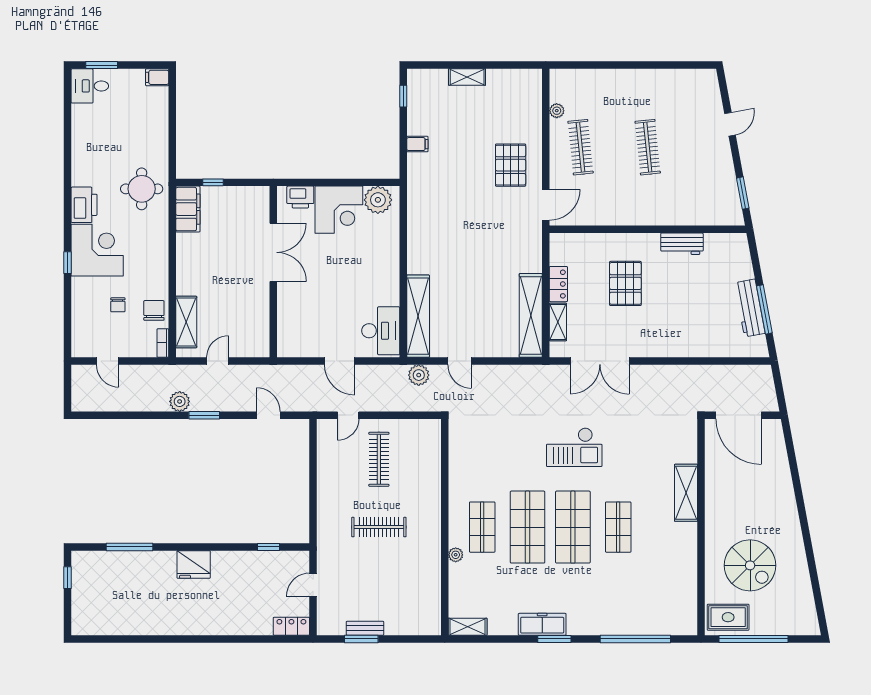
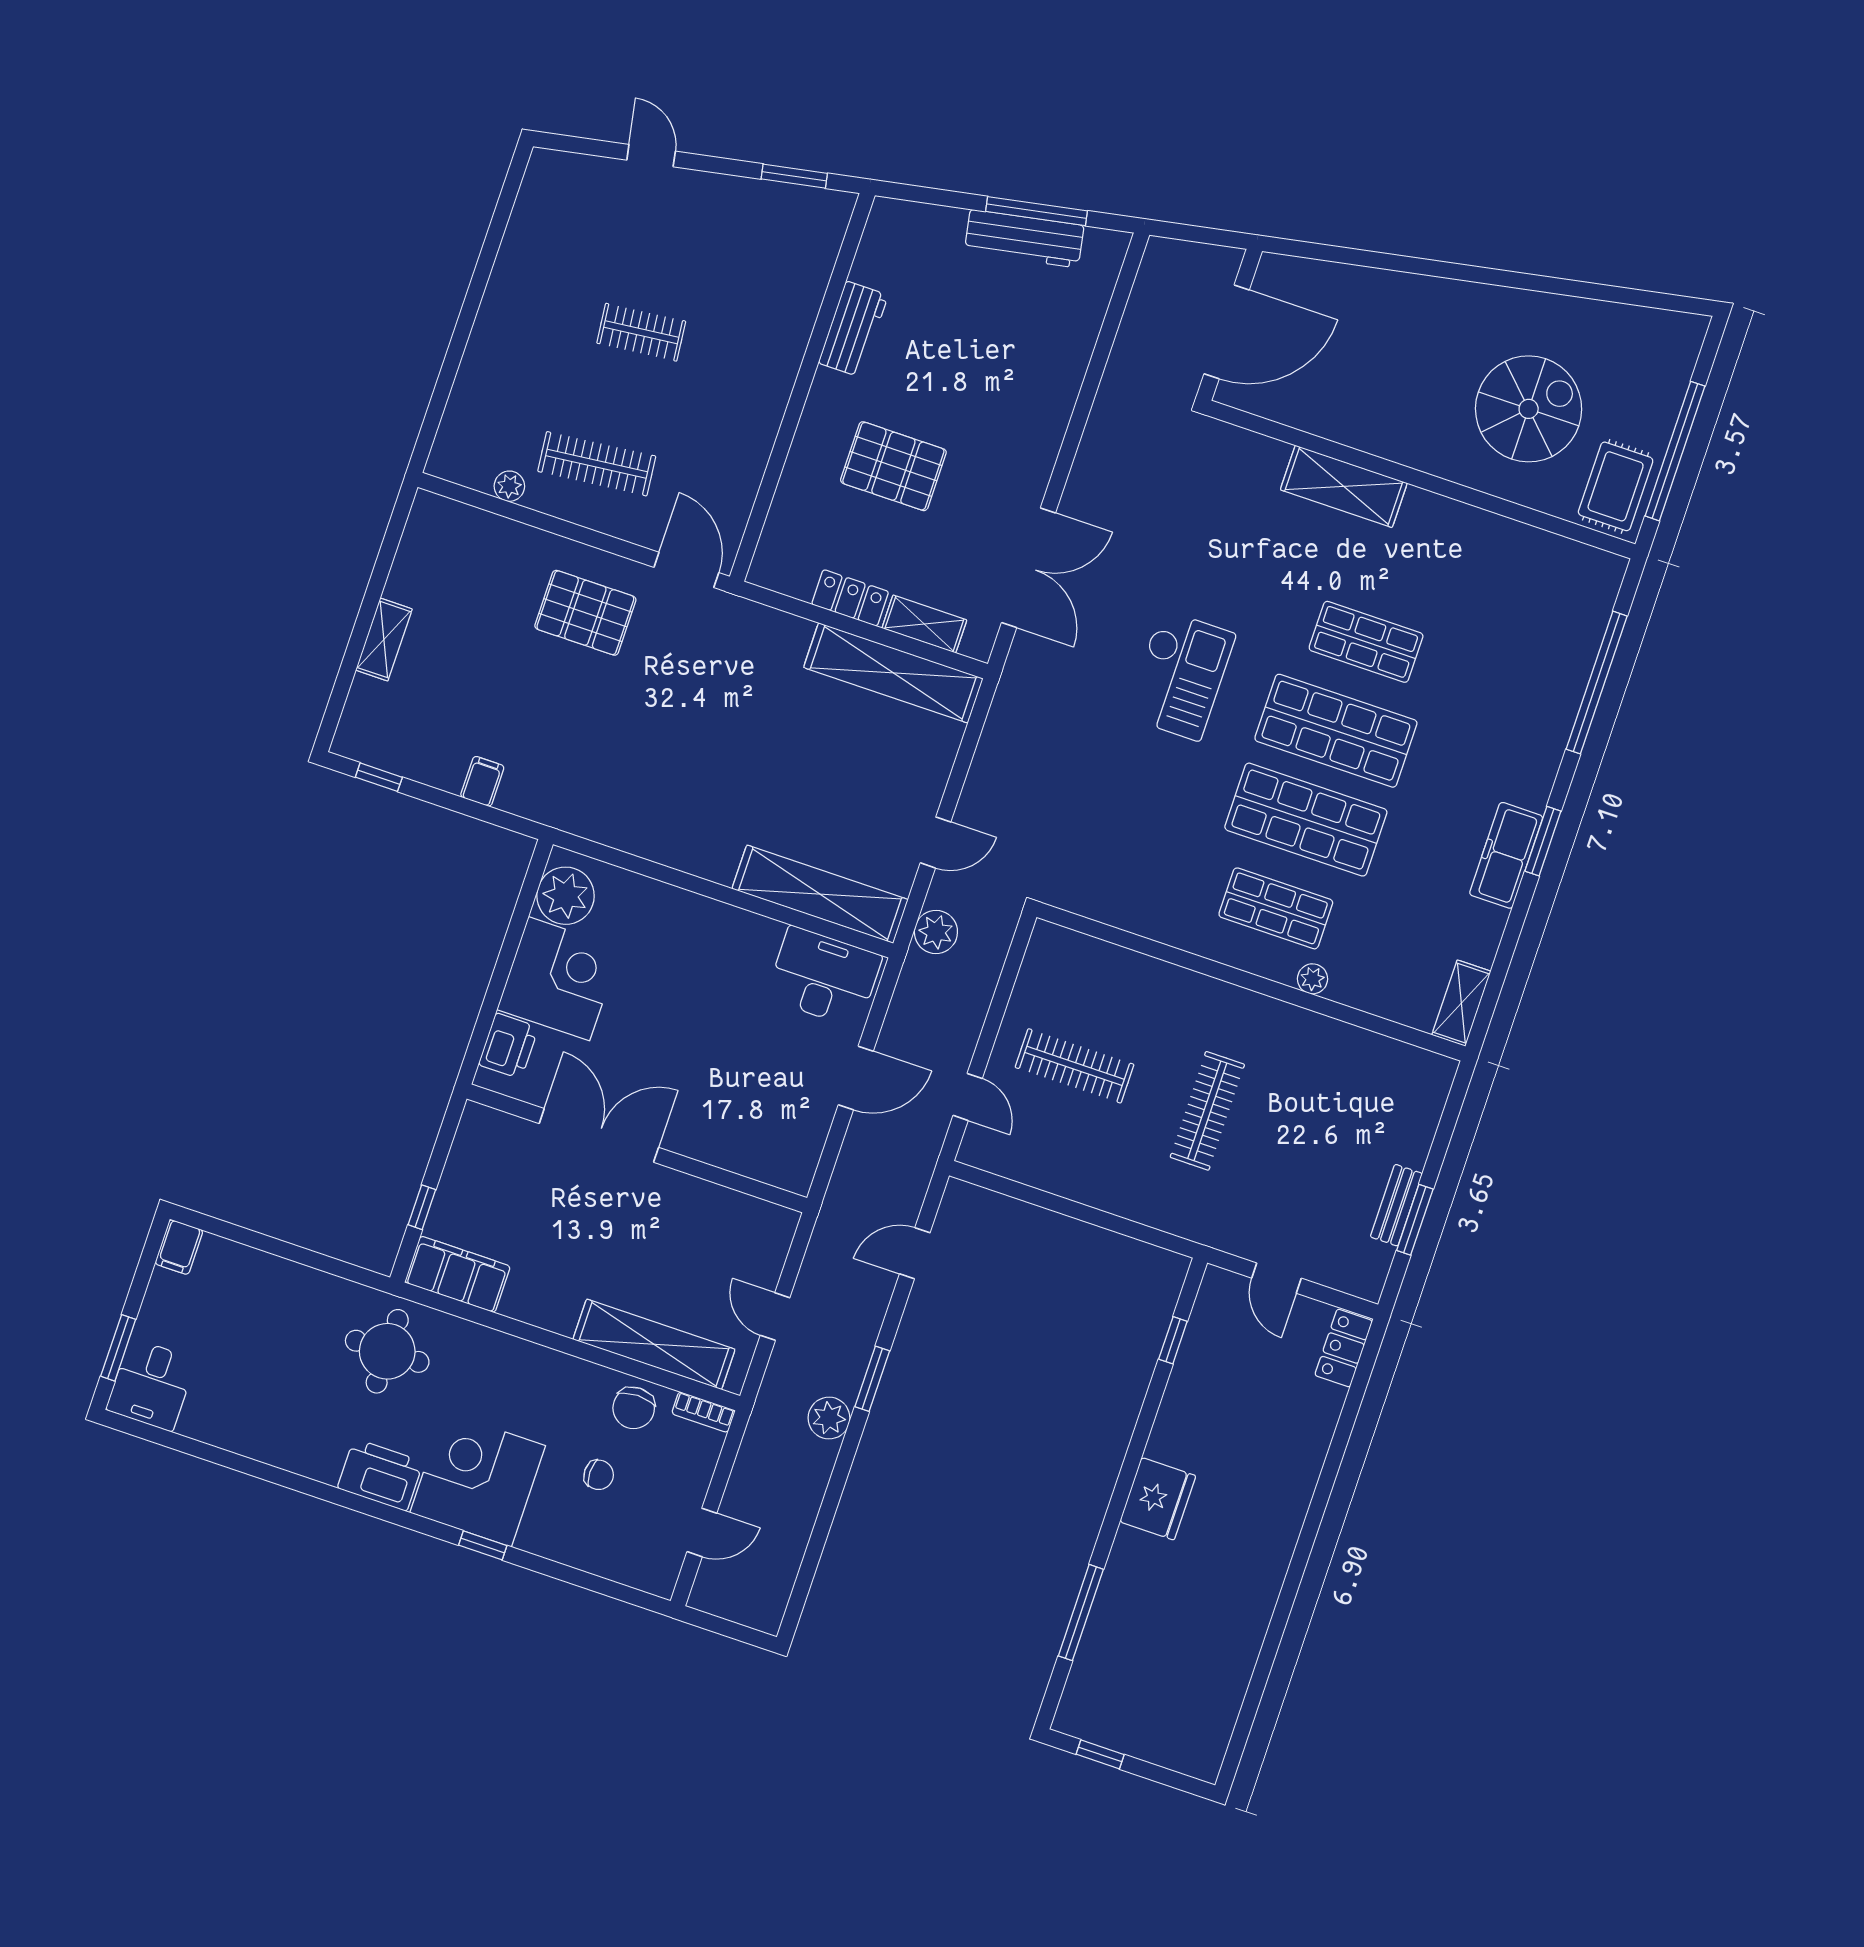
clothes rail: (648, 147) -> (641, 332), width x0.73
chair: (154, 310) -> (634, 1408), turned -90
shelving: (186, 322) -> (654, 1344), width x1.47

